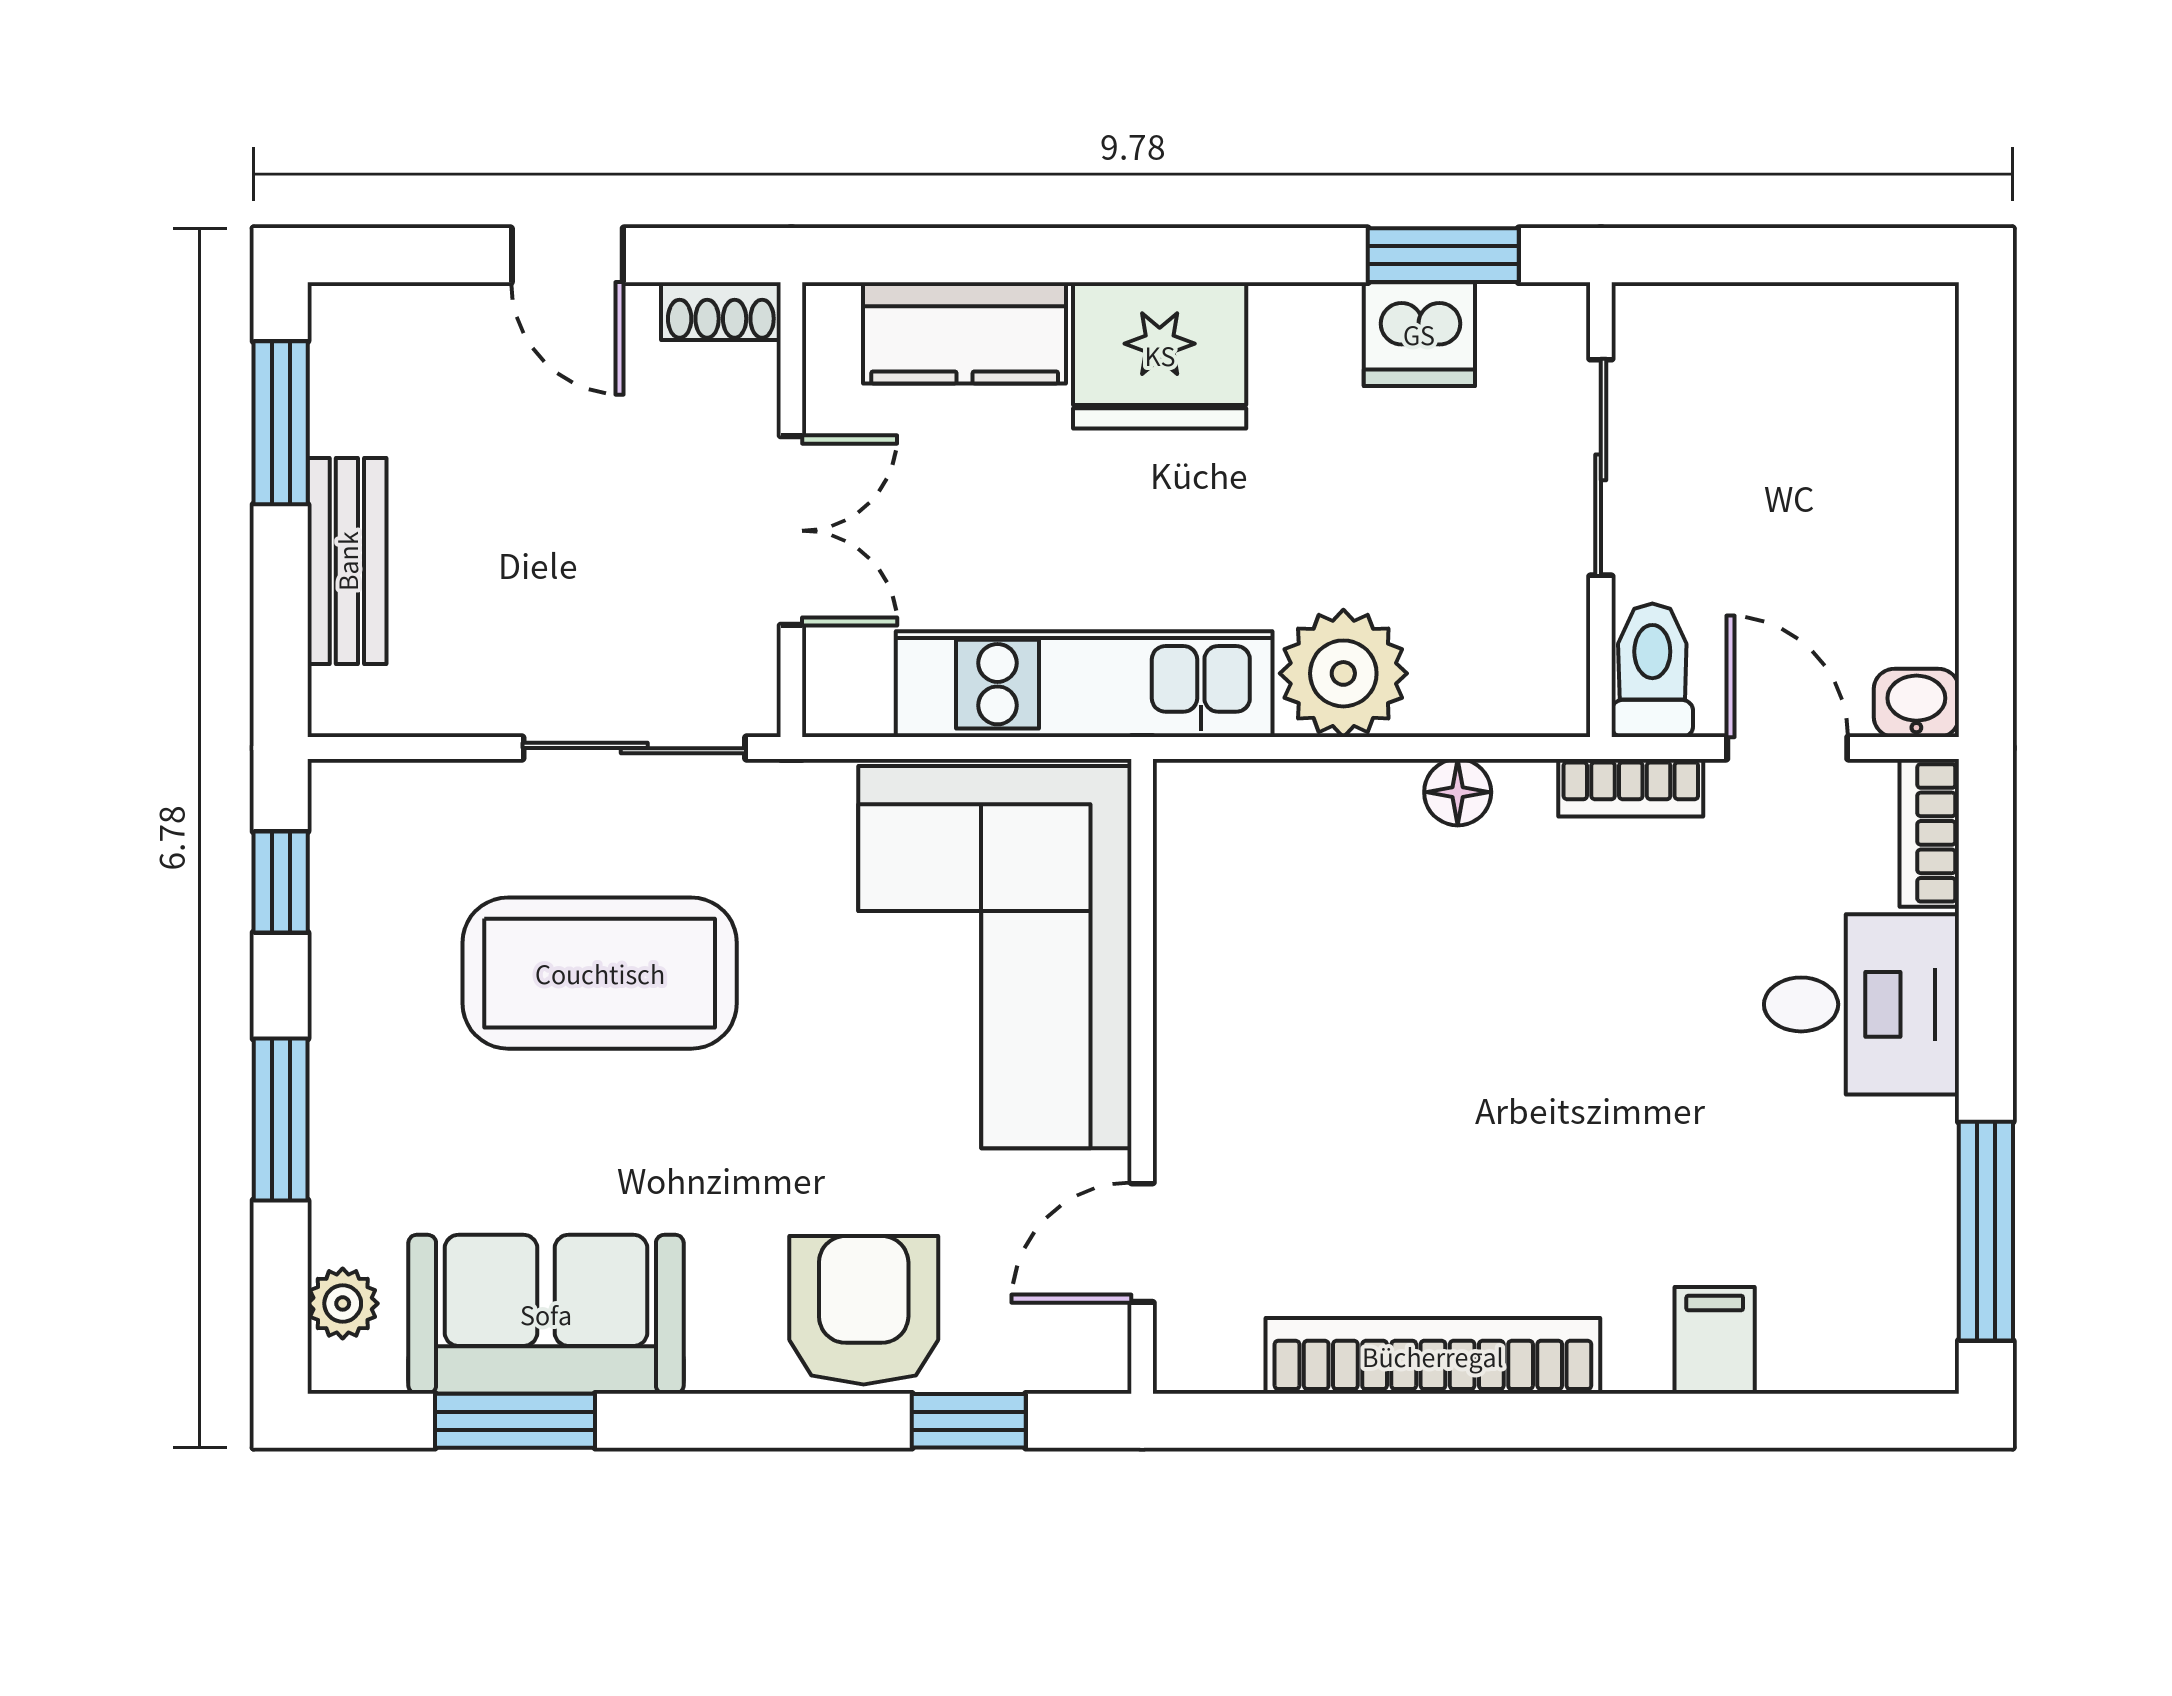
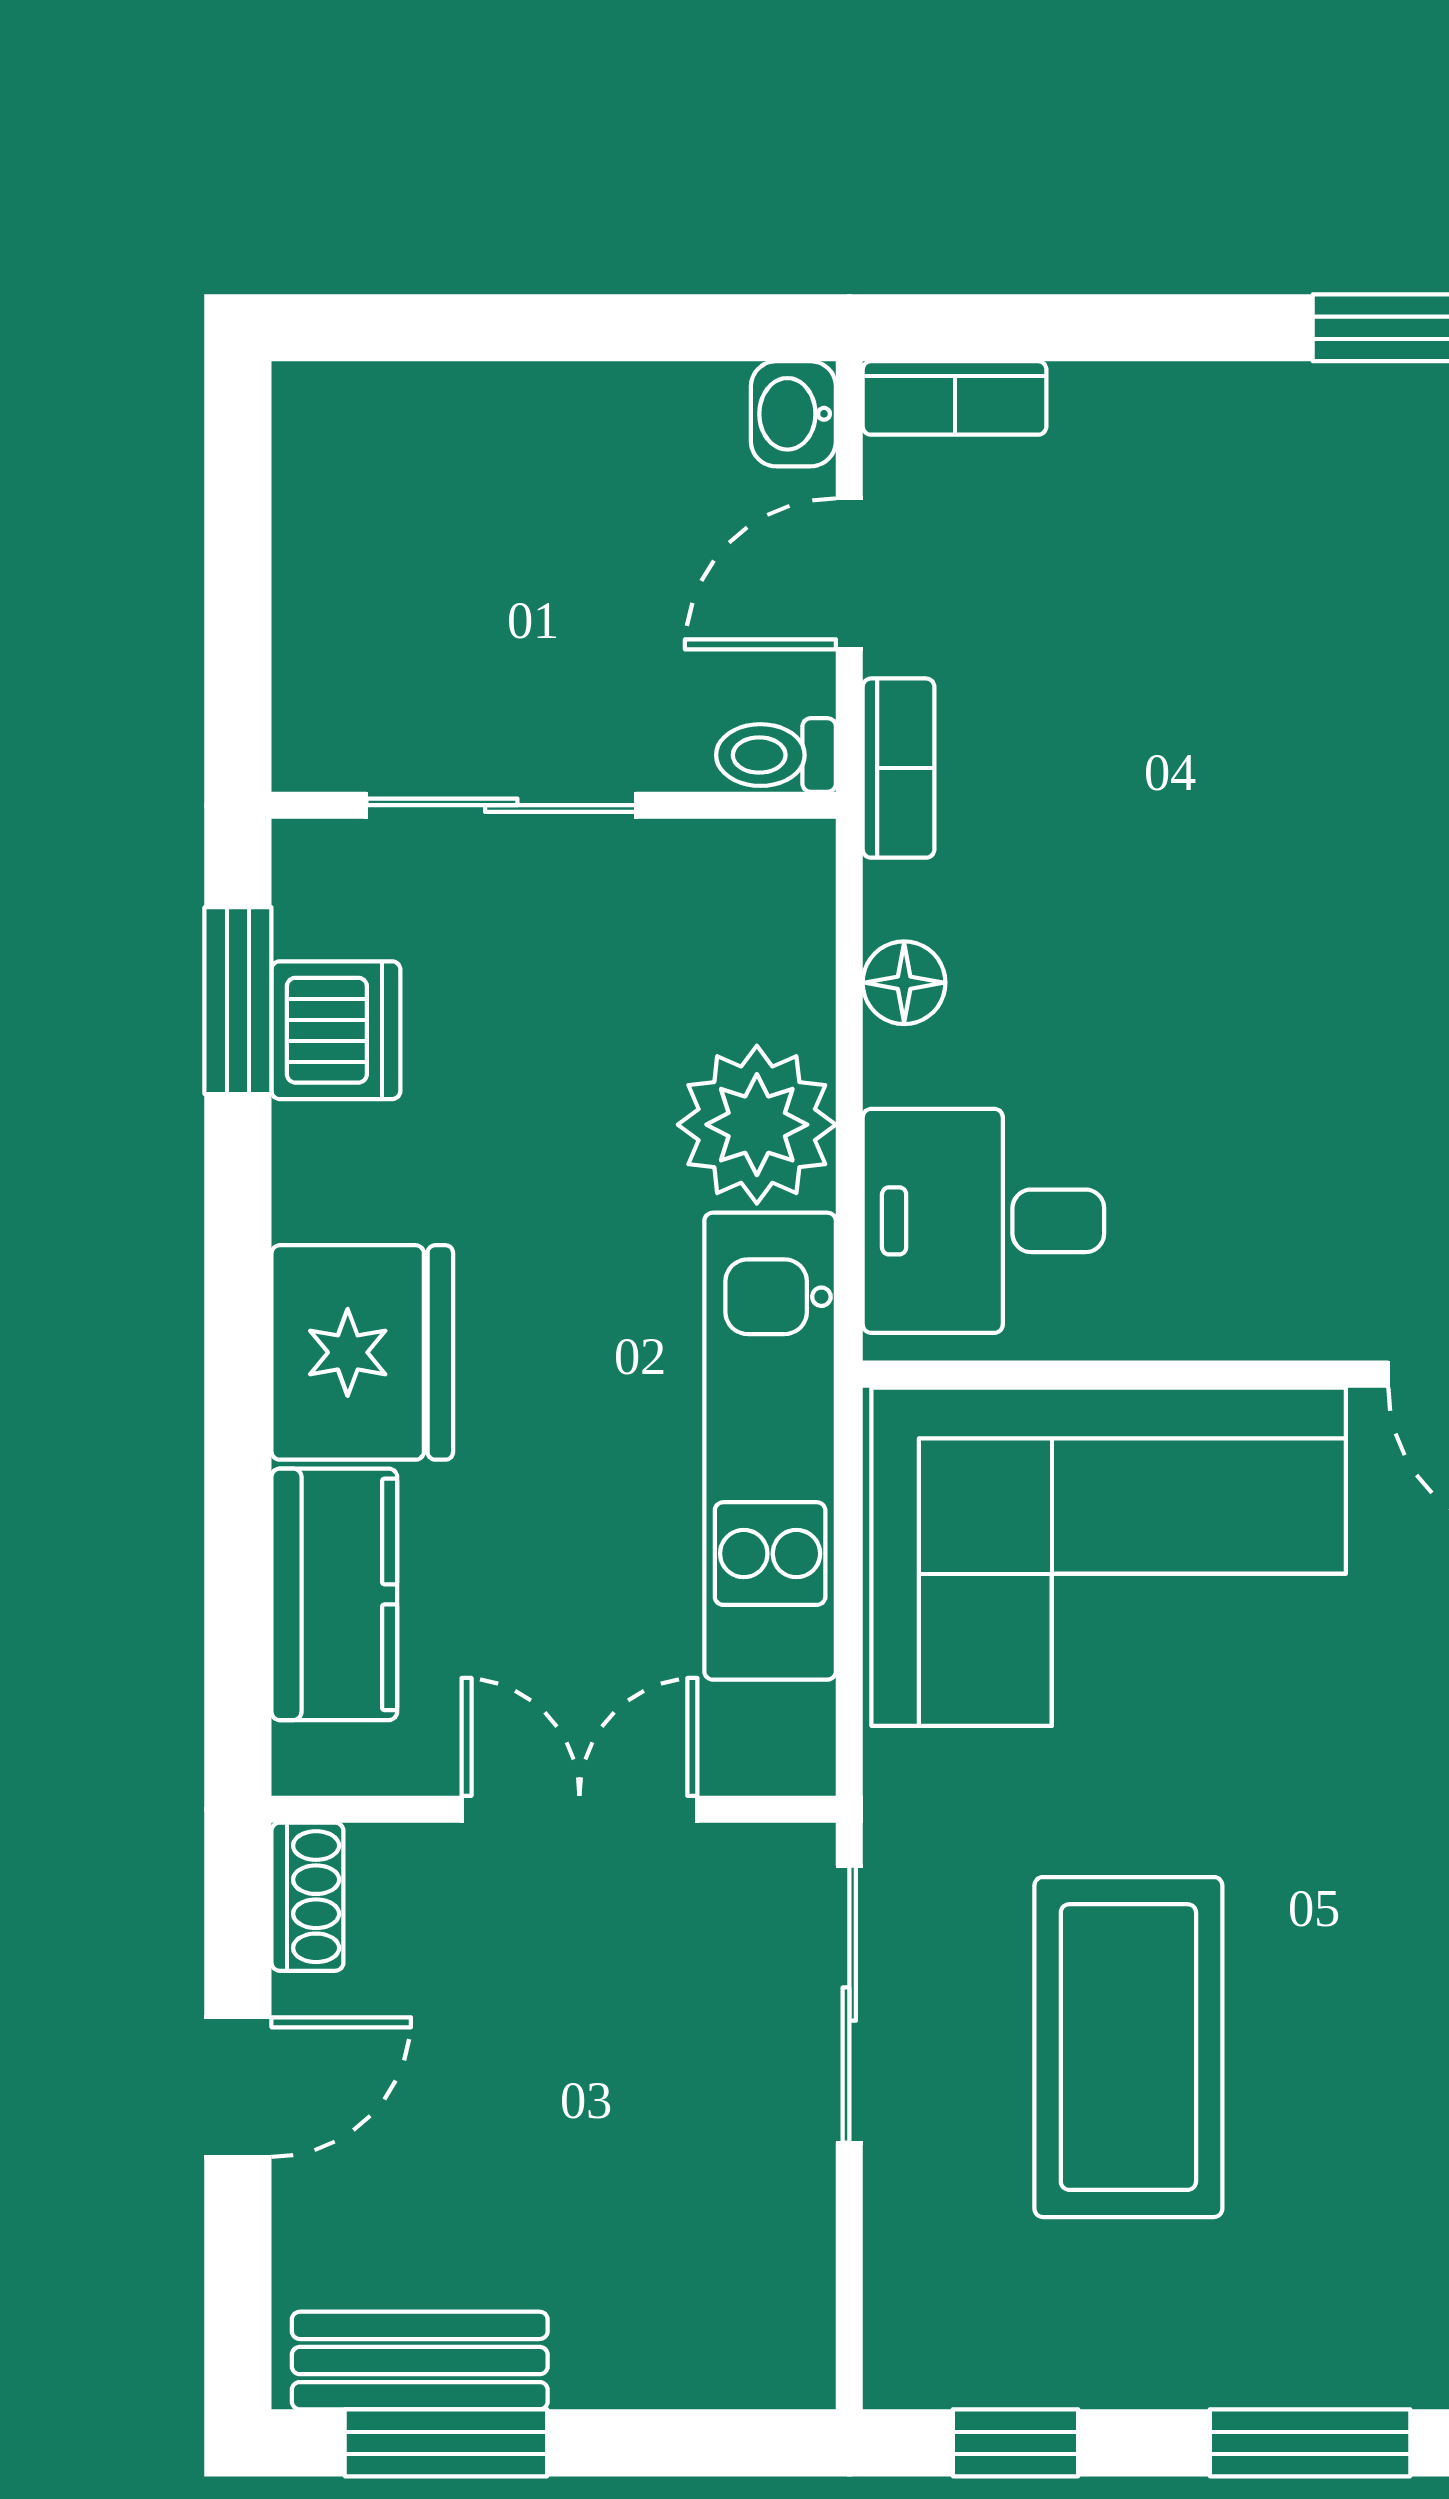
bench: (347, 561) -> (420, 2361), moved
toilet: (1652, 670) -> (776, 755), width x0.73, depth x0.72
desk: (1861, 1004) -> (983, 1221), moved, turned -90

